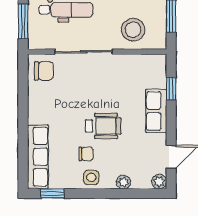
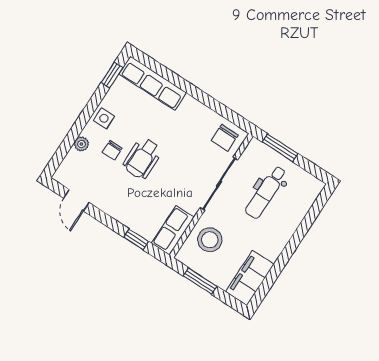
row of seats: (156, 111) -> (173, 230), moved, turned -90
chair: (86, 154) -> (112, 150), moved
plant: (159, 182) -> (61, 176), removed

